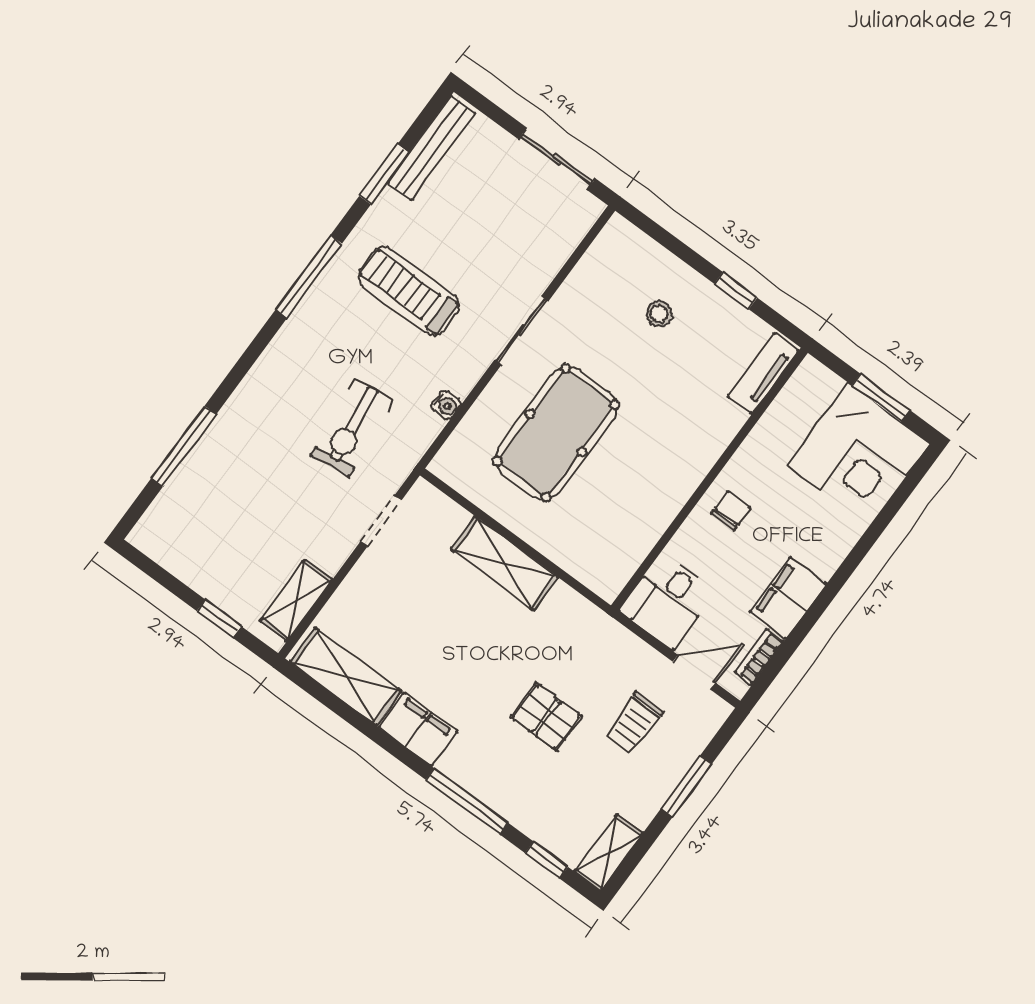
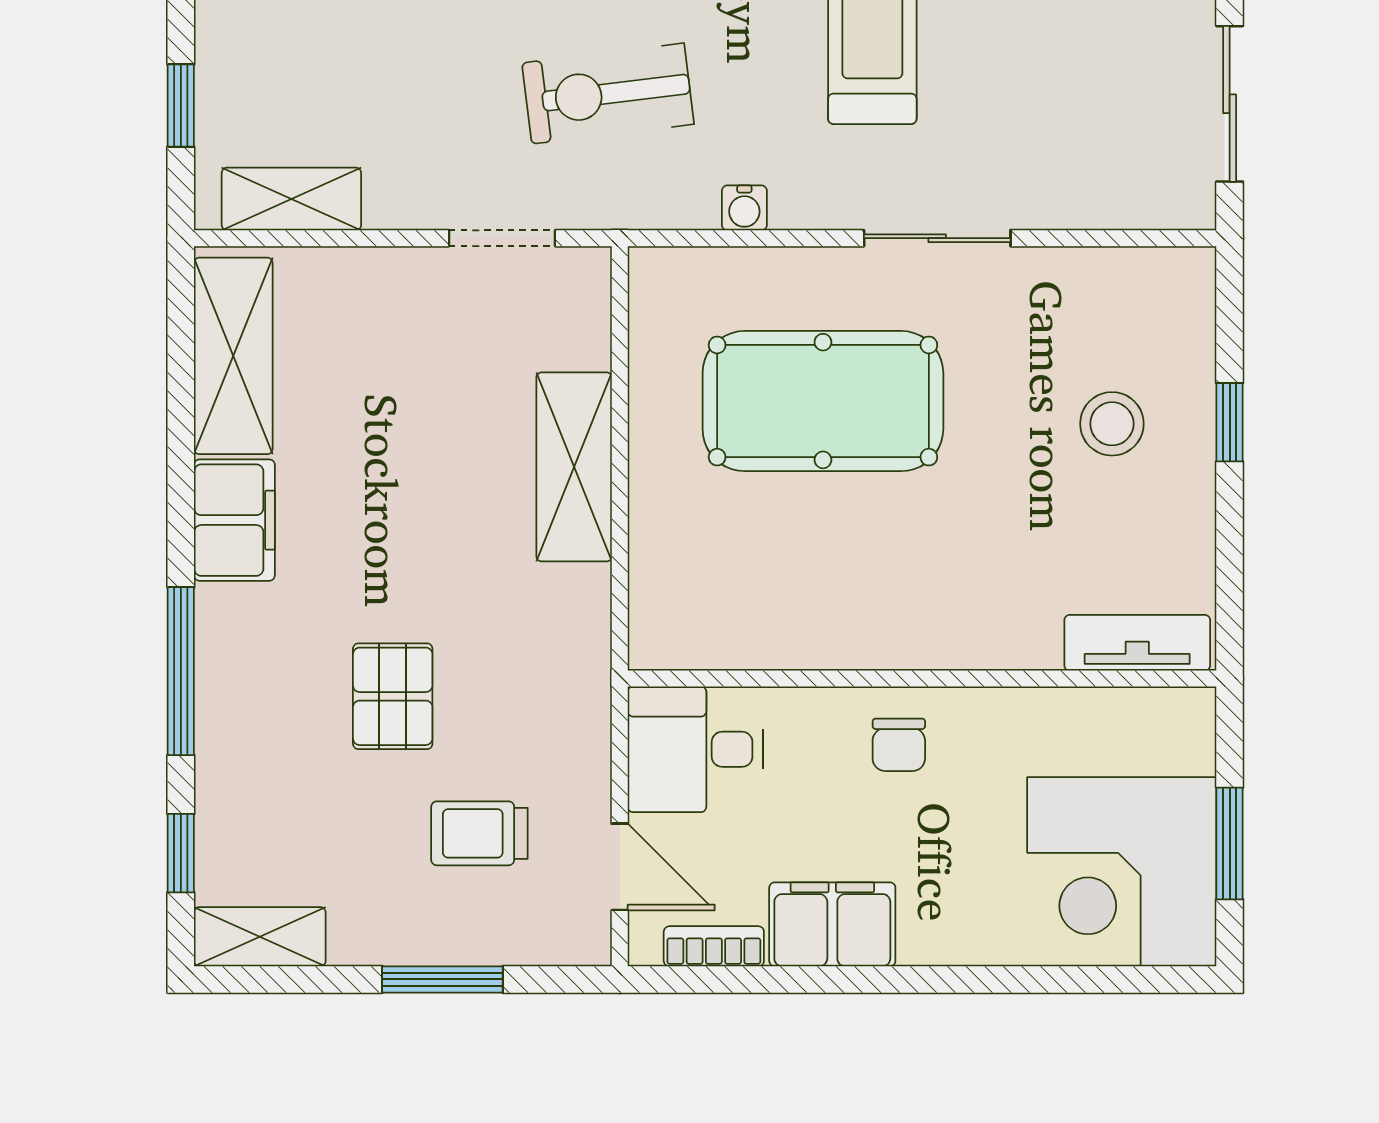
window: (736, 291) -> (1230, 422), moved
stool: (659, 314) -> (1112, 424), width x1.37, depth x1.37
chair: (731, 511) -> (899, 745), turned 90

